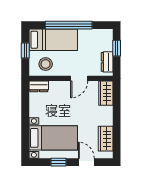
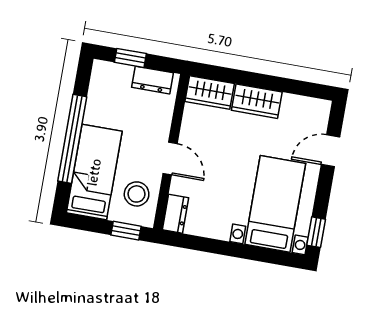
window: (25, 51) -> (126, 231), moved
door: (79, 78) -> (170, 158), moved
wardrobe: (106, 139) -> (257, 101), moved
window: (58, 162) -> (316, 232), moved

